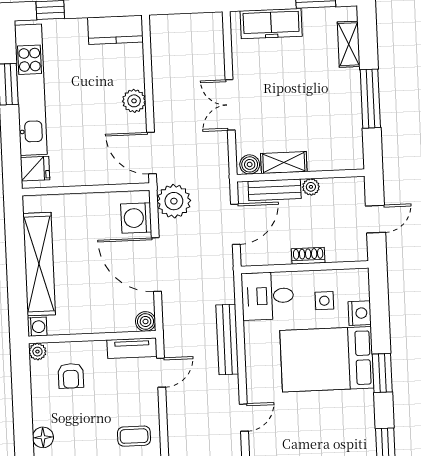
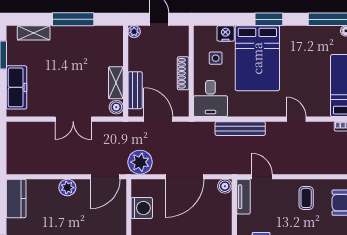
plant: (311, 187) -> (134, 32), moved
washing machine: (136, 218) -> (142, 208), moved, turned -90
shoe rack: (308, 256) -> (183, 73), width x1.43

